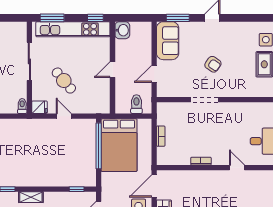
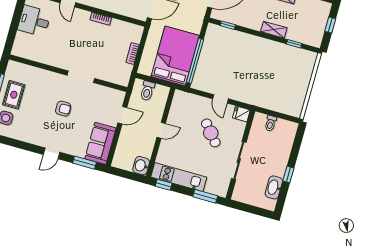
kitchen unit: (73, 29) -> (179, 177), width x0.73
armchair: (213, 64) -> (63, 109), turned 146
toilet: (22, 106) -> (271, 123), moved

